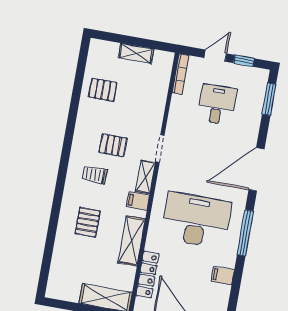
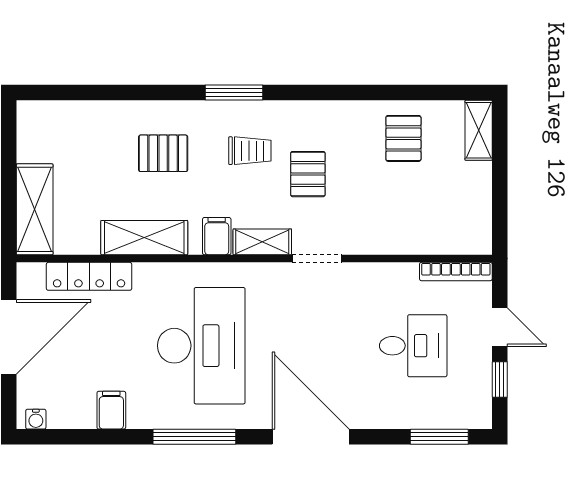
shelving: (136, 53) -> (479, 130), moved
trolley: (95, 175) -> (250, 151), turned 90
window: (61, 178) -> (234, 93), added

